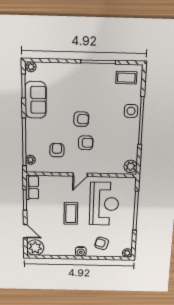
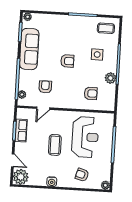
sofa: (36, 100) -> (29, 49), width x1.36
side table: (131, 111) -> (97, 54), moved
armchair: (86, 143) -> (91, 93), moved
plant: (131, 166) -> (111, 78), moved
door: (80, 175) -> (43, 108), moved
row of seats: (32, 187) -> (21, 131), moved
water cooler: (81, 251) -> (52, 182), moved

